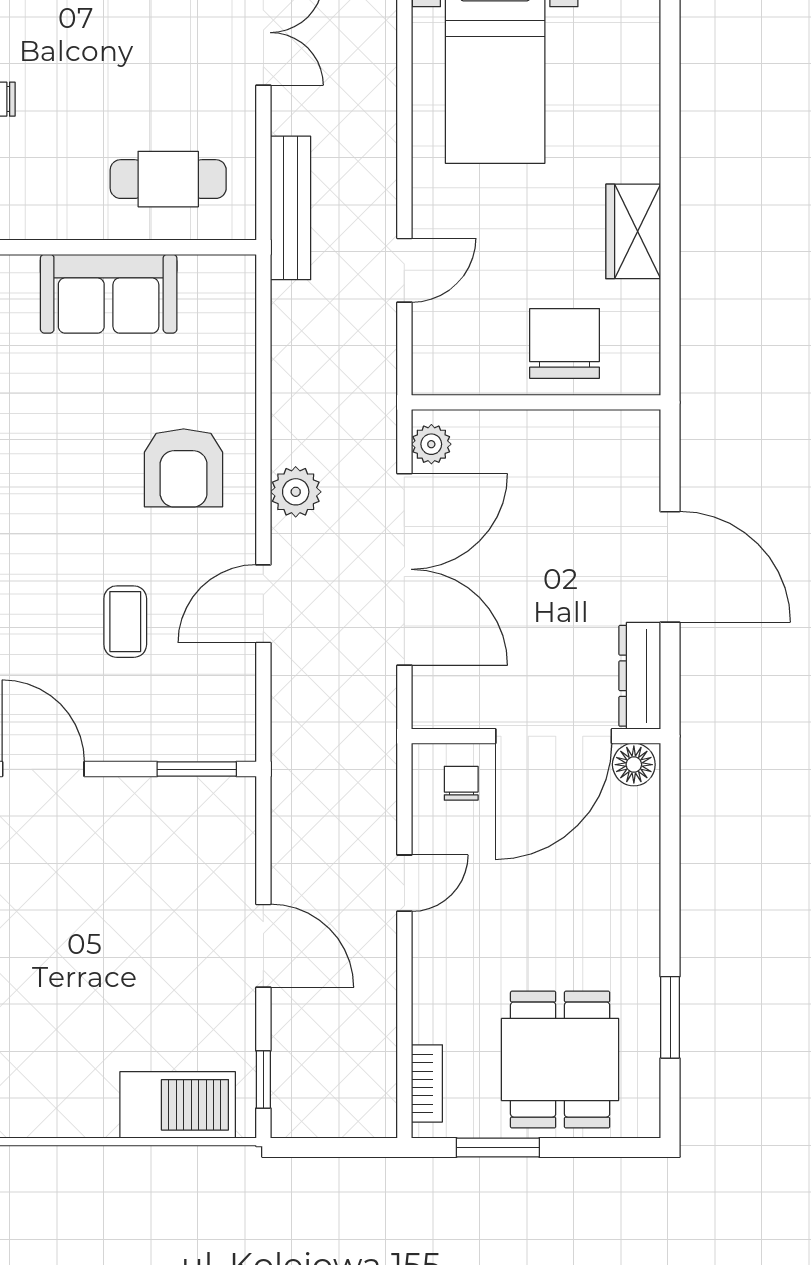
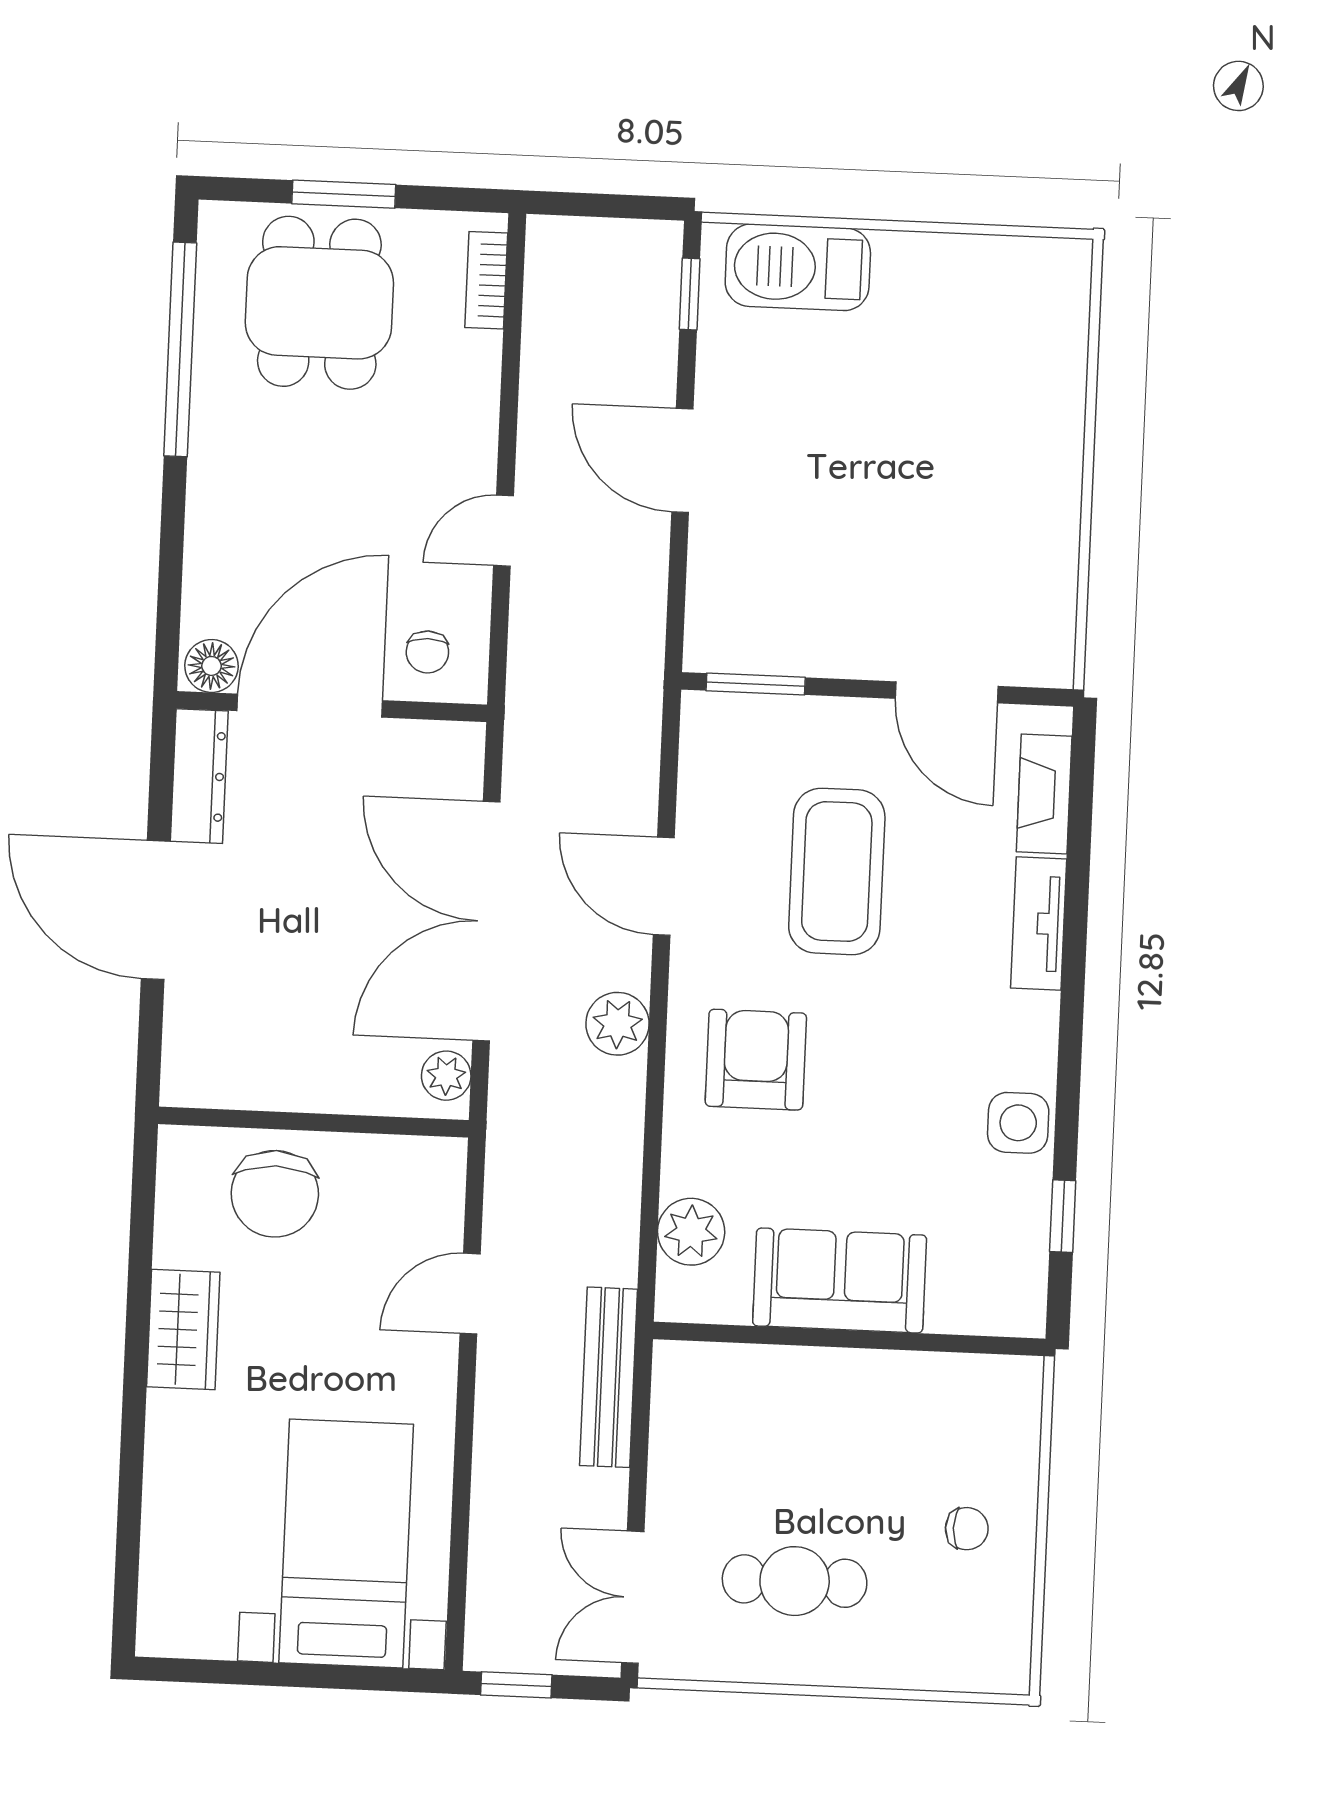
cafe table: (168, 179) -> (795, 1581), moved
plant: (229, 328) -> (691, 1232), added
door: (263, 604) -> (664, 886), swing flipped
coffee table: (125, 622) -> (837, 871), width x1.86, depth x1.72
window: (670, 1017) -> (180, 349), width x2.11
window: (498, 1147) -> (344, 194), moved

